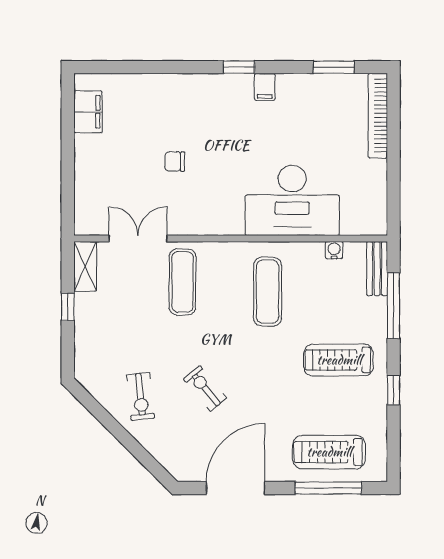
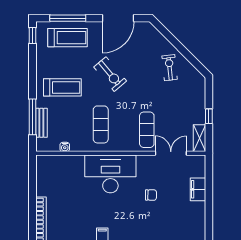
filing cabinet: (88, 112) -> (198, 189), moved
desk: (292, 200) -> (110, 174), moved
double door: (138, 239) -> (171, 153), swing flipped
bench: (377, 269) -> (41, 123), moved
exercise bike: (205, 388) -> (110, 74), moved, width x1.38, depth x1.39
window: (394, 390) -> (33, 36), moved

